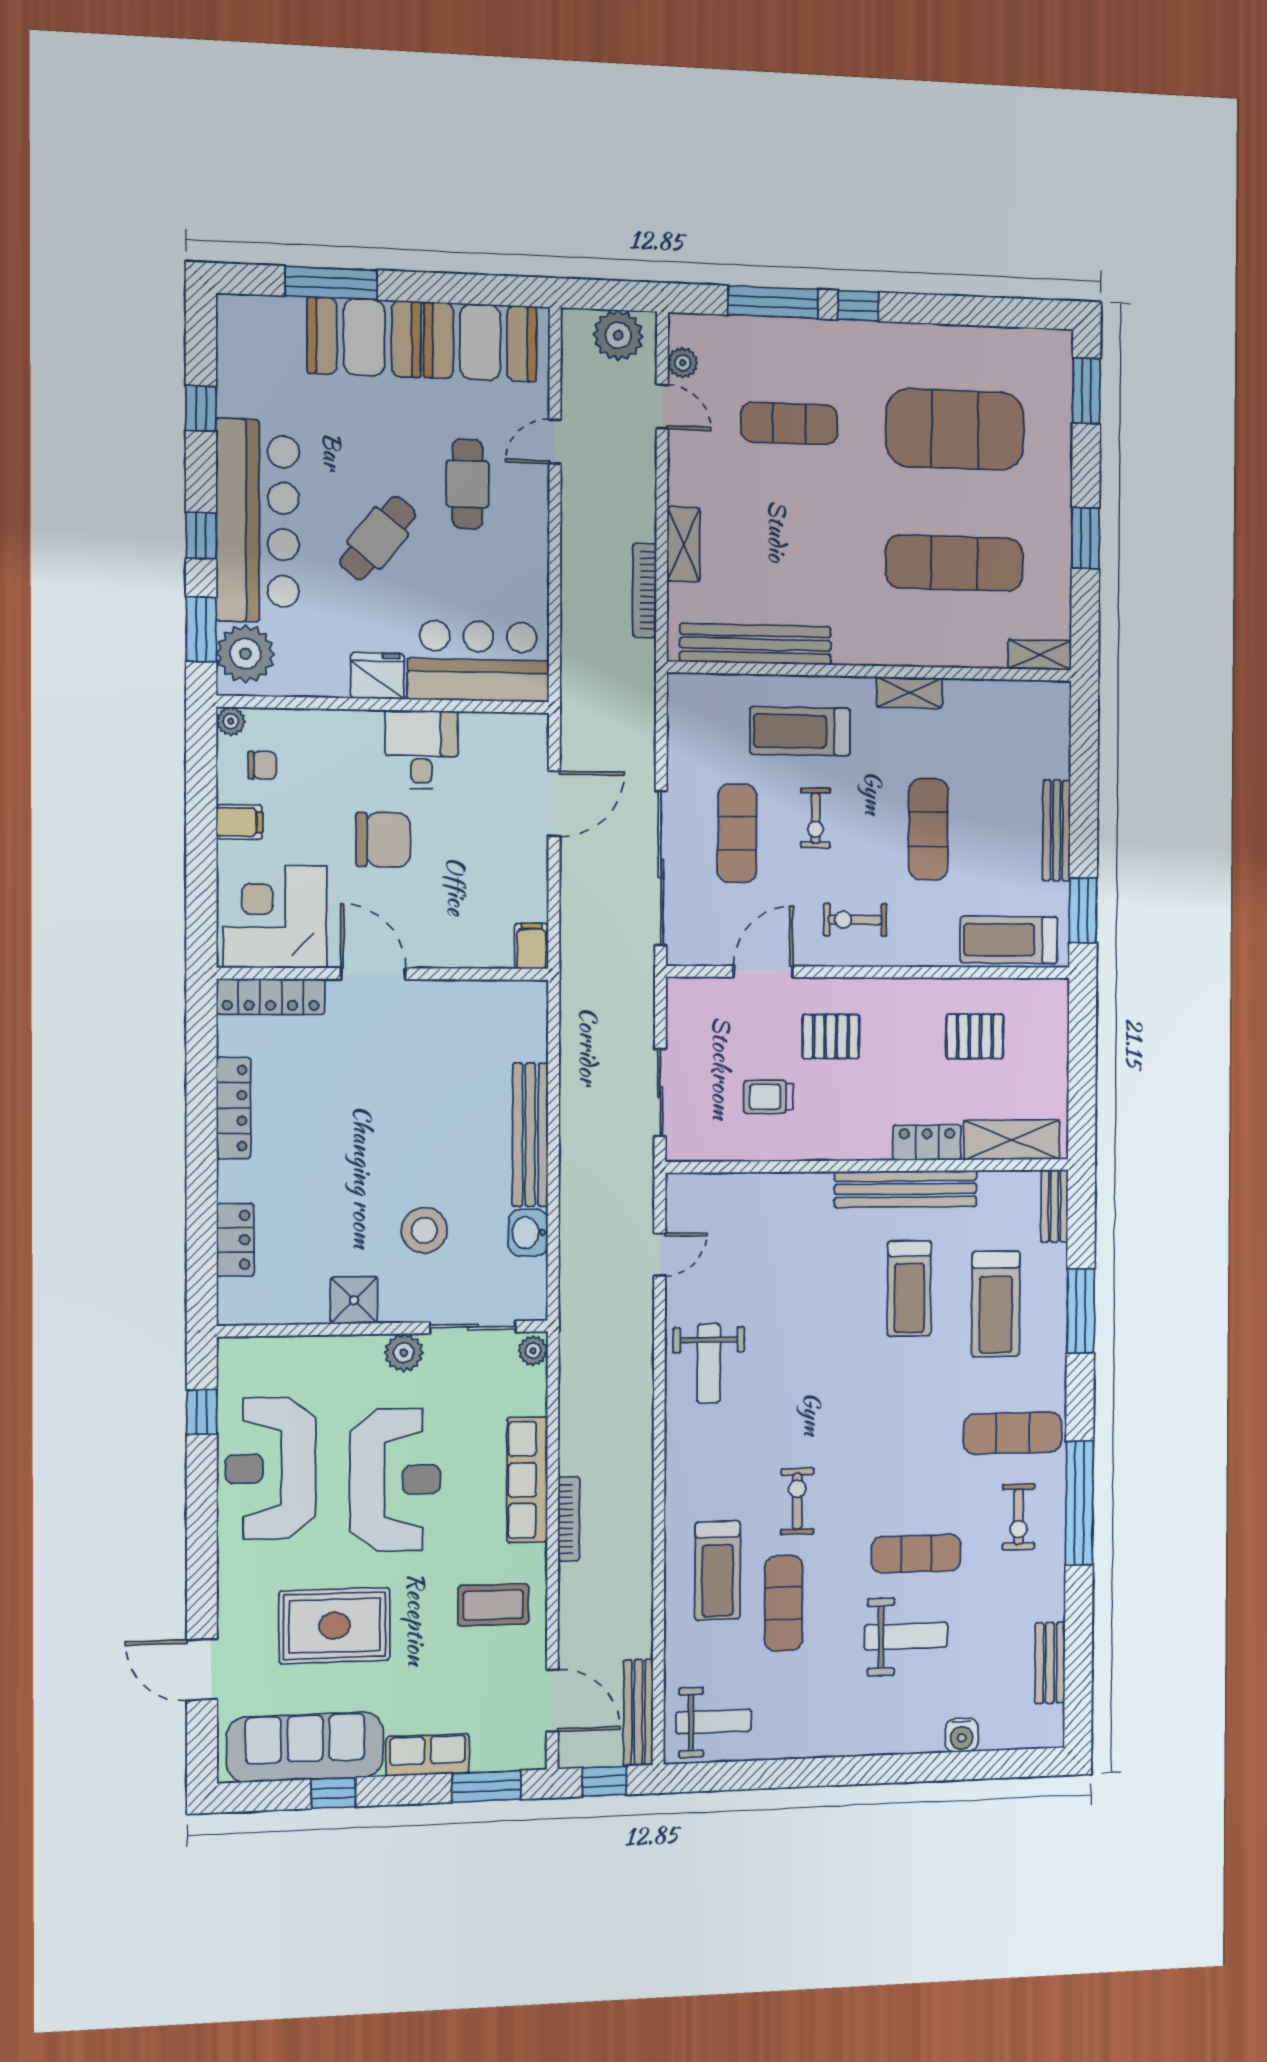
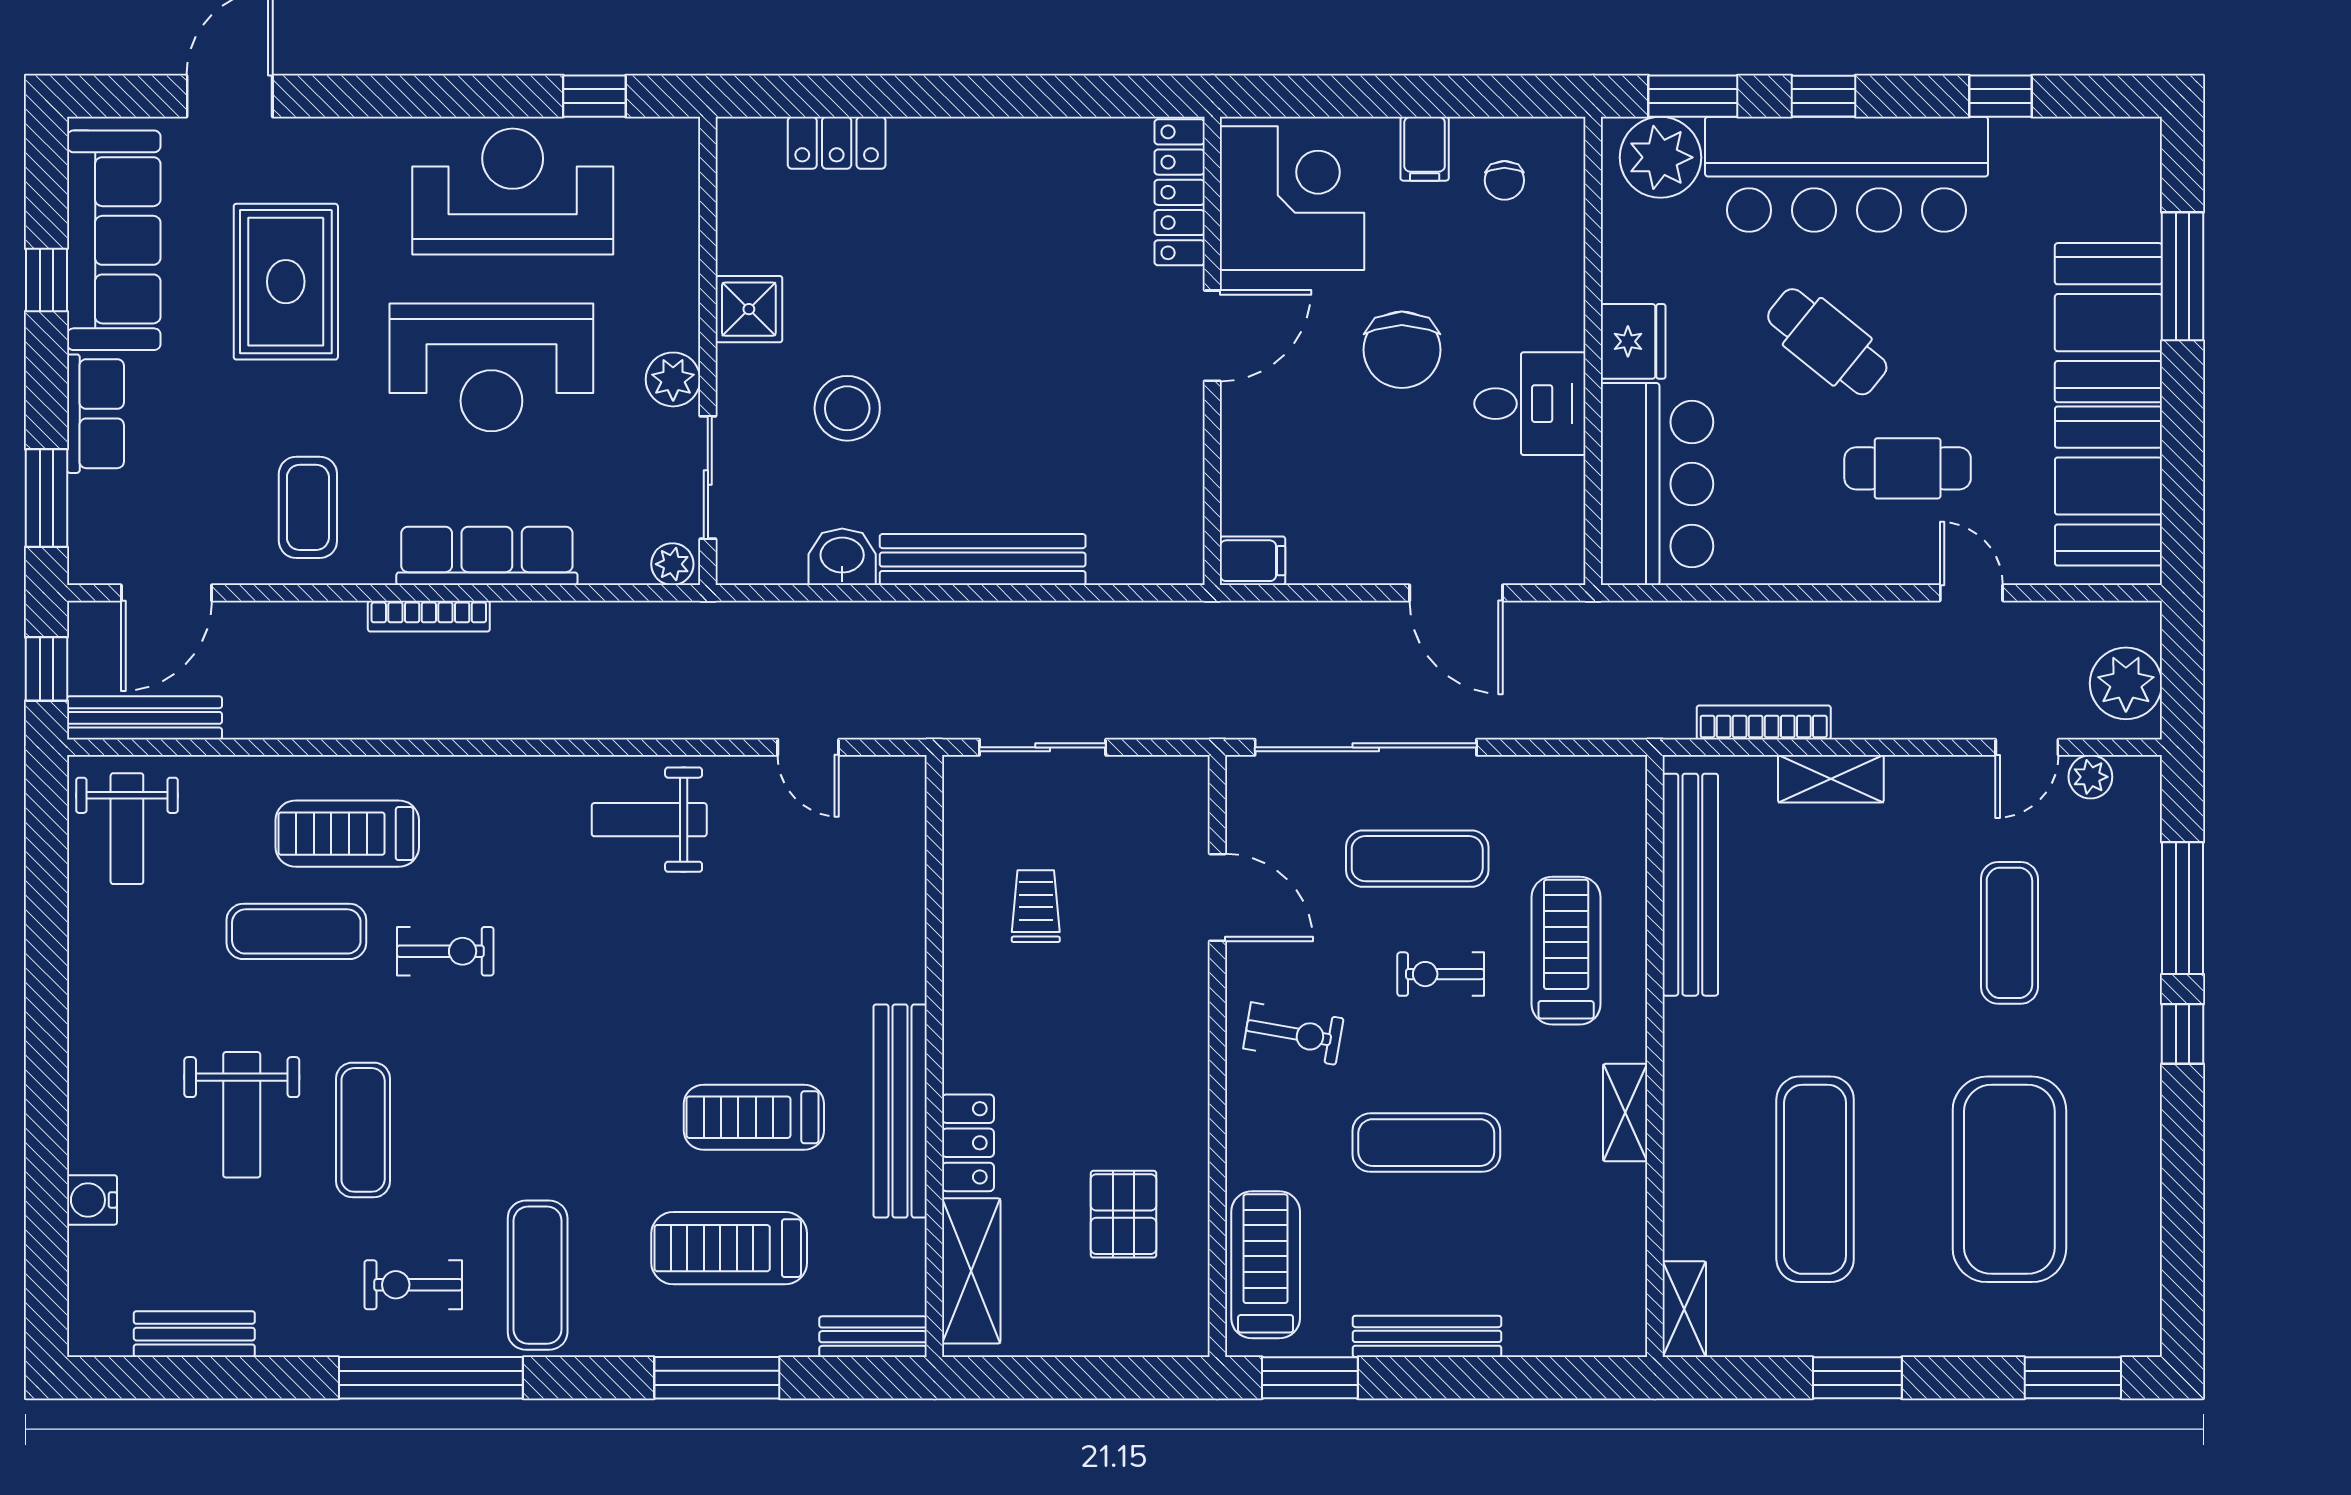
plant: (231, 721) -> (1565, 137), removed
exercise bike: (855, 920) -> (1293, 1033), turned 100
pallet: (831, 1036) -> (1123, 998), removed
locker: (233, 1108) -> (1023, 140), removed

